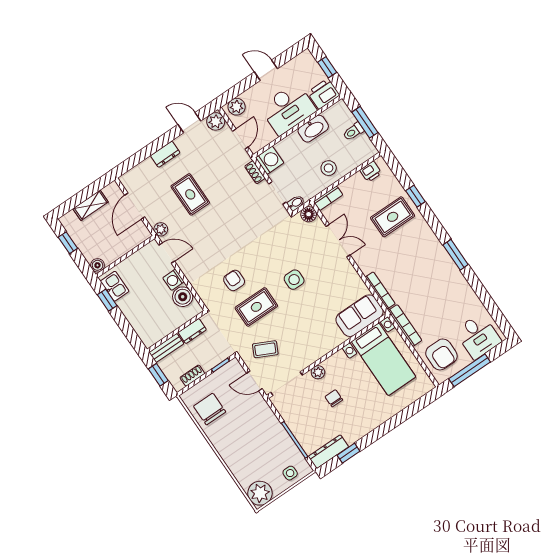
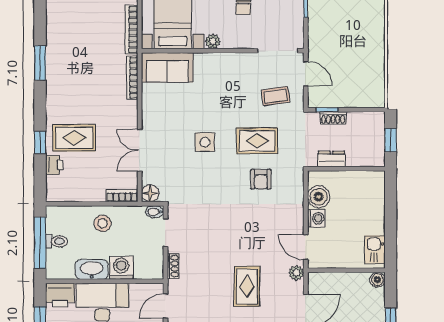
window: (365, 122) -> (40, 243), width x1.44
washing machine: (270, 160) -> (121, 268), moved, turned 90
printer: (371, 172) -> (54, 165), moved, turned 90
window: (107, 300) -> (391, 241), removed
bench: (166, 348) -> (366, 160), removed
coffee table: (265, 349) -> (276, 96), turned -34
plant: (318, 372) -> (213, 41), moved
shoe rack: (192, 376) -> (333, 118), moved
chair: (210, 409) -> (365, 76), removed

